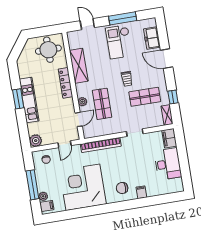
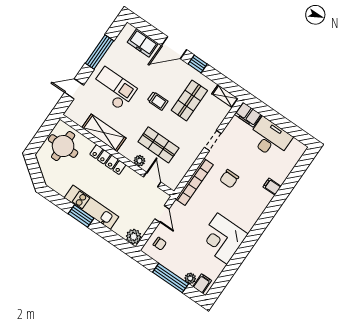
checkout: (119, 42) -> (113, 89), moved, turned 180
window: (173, 97) -> (198, 64), moved
corner desk: (83, 187) -> (222, 239), width x0.74, depth x0.74
chair: (122, 188) -> (229, 179), moved

